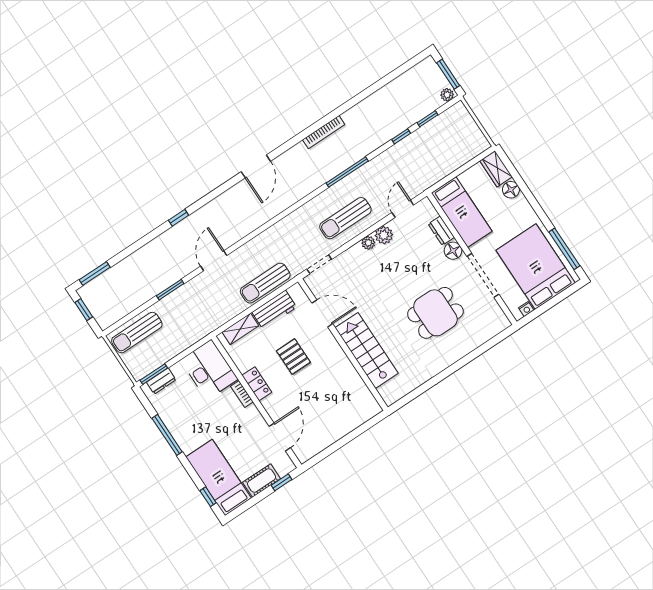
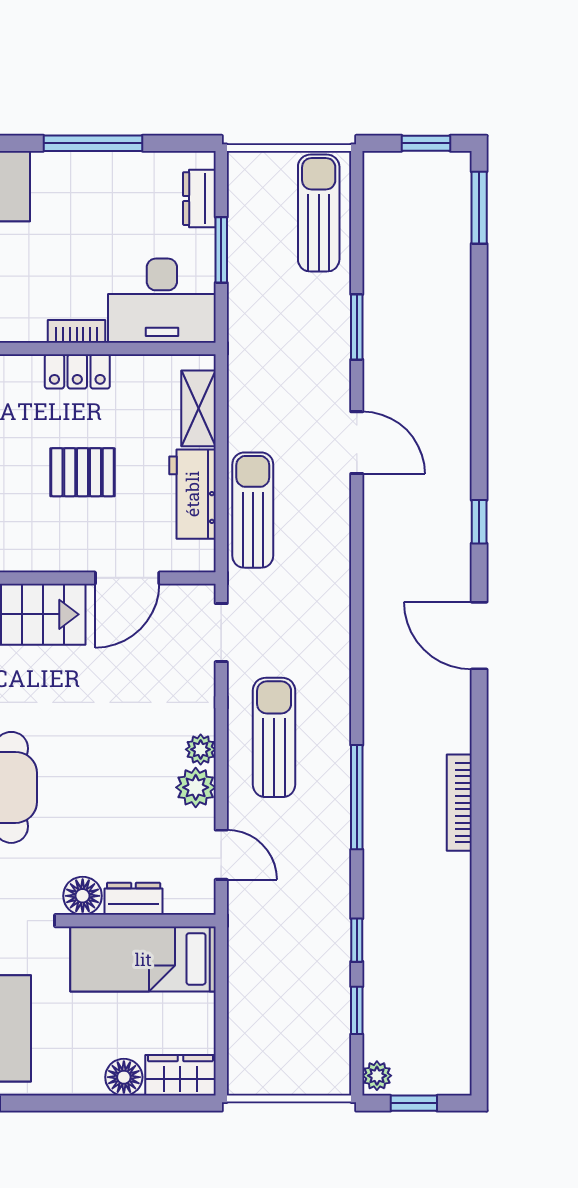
window: (448, 74) -> (414, 1103), width x0.67
window: (179, 218) -> (479, 522), moved
window: (154, 374) -> (221, 250), moved

